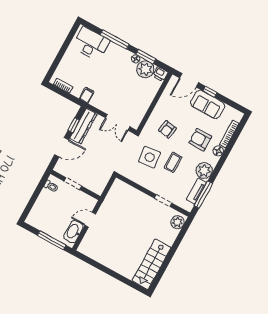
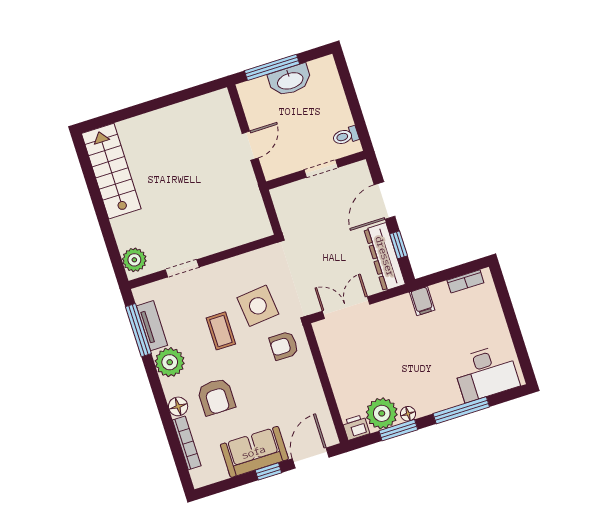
armchair: (167, 129) -> (284, 346), moved, turned -99
armchair: (200, 140) -> (216, 397), turned 90
washbasin: (73, 232) -> (290, 80), moved, turned 90

